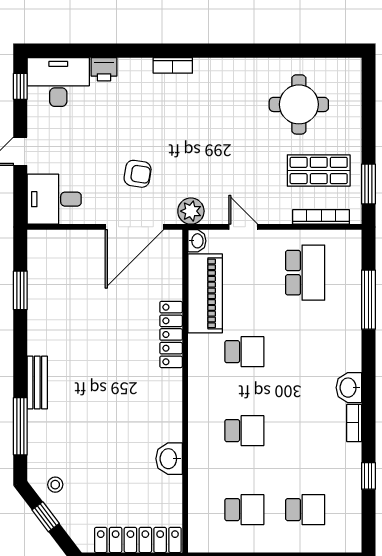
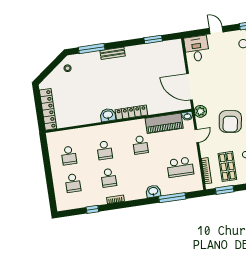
armchair: (138, 174) -> (230, 121), moved, width x1.88, depth x1.88
locker: (171, 334) -> (131, 112), moved
washbasin: (349, 388) -> (153, 191), moved
school desk: (305, 431) -> (109, 178), added
washbasin: (169, 459) -> (108, 115), moved
window: (46, 517) -> (52, 66), removed

